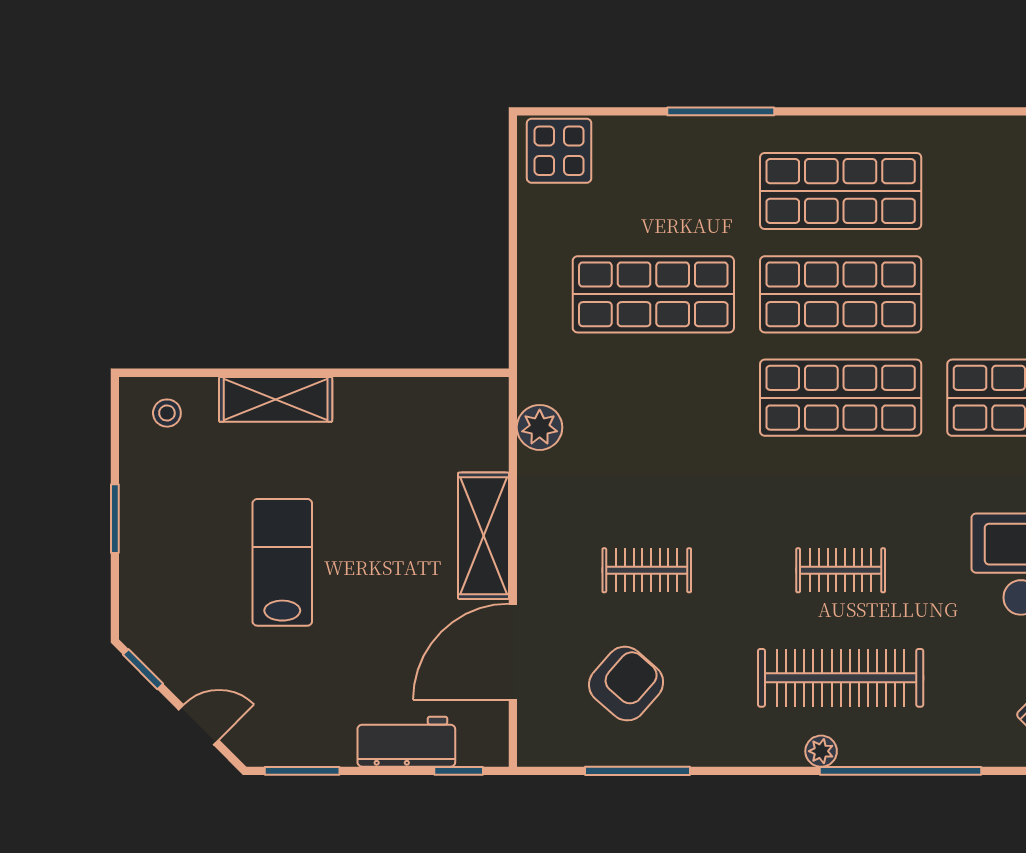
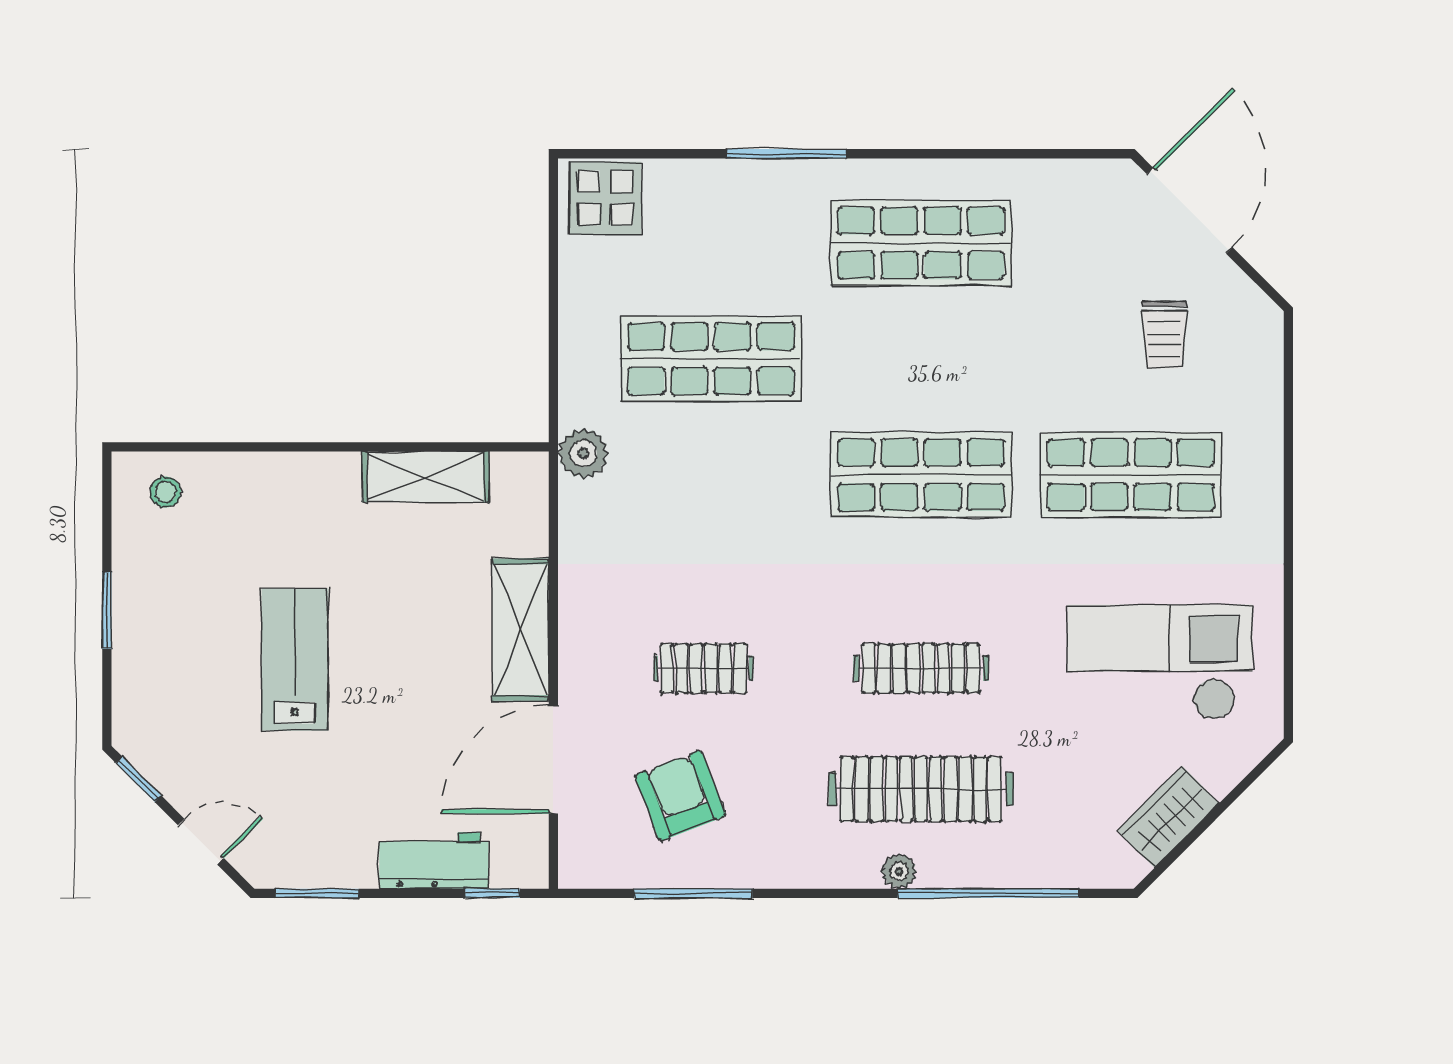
shop shelf: (841, 294) -> (921, 359), removed
shelving: (276, 399) -> (426, 477), moved
plant: (540, 427) -> (583, 454), moved
clothes rail: (841, 570) -> (921, 668), width x1.36
armchair: (626, 684) -> (680, 795), turned -62

